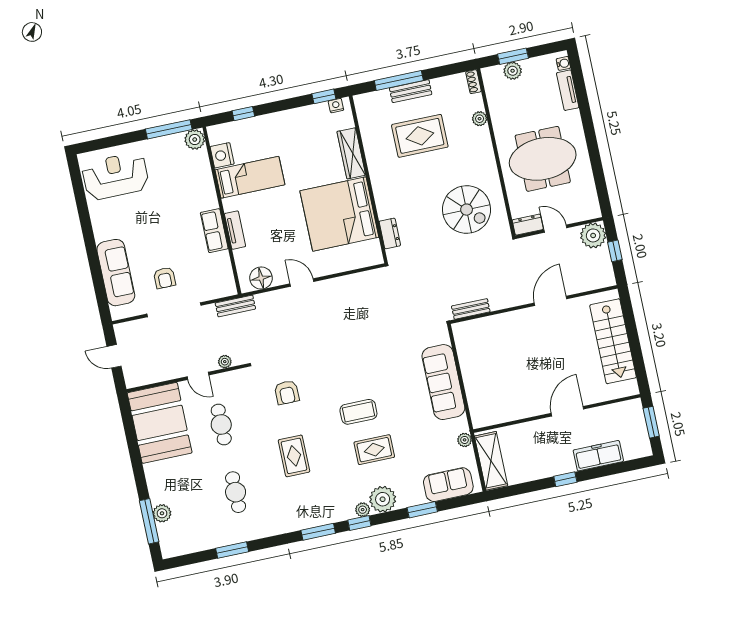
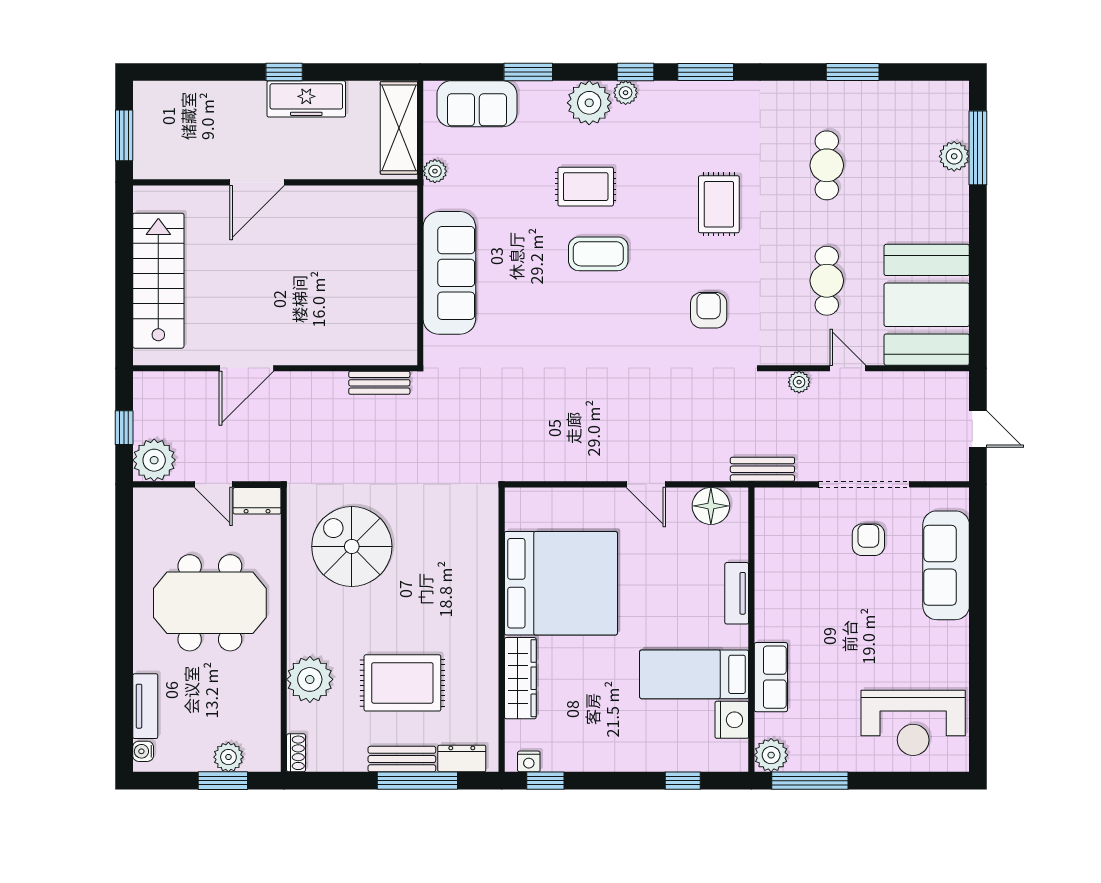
plant: (480, 119) -> (310, 679), width x1.88, depth x1.88
row of seats: (214, 231) -> (771, 677), moved
dresser: (390, 233) -> (462, 758), moved, turned 90
freezer: (598, 456) -> (306, 99), moved

